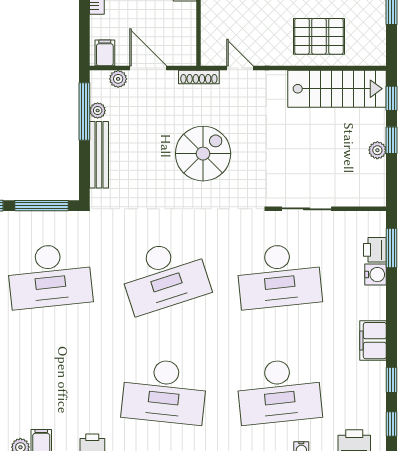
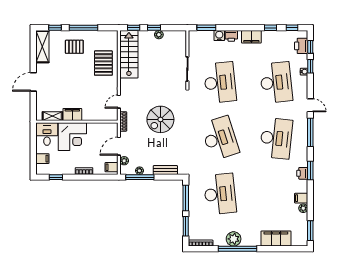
spiral stairs: (203, 154) -> (160, 119), turned -90
bench: (99, 155) -> (165, 170), width x0.73
printer: (375, 250) -> (231, 36), moved

